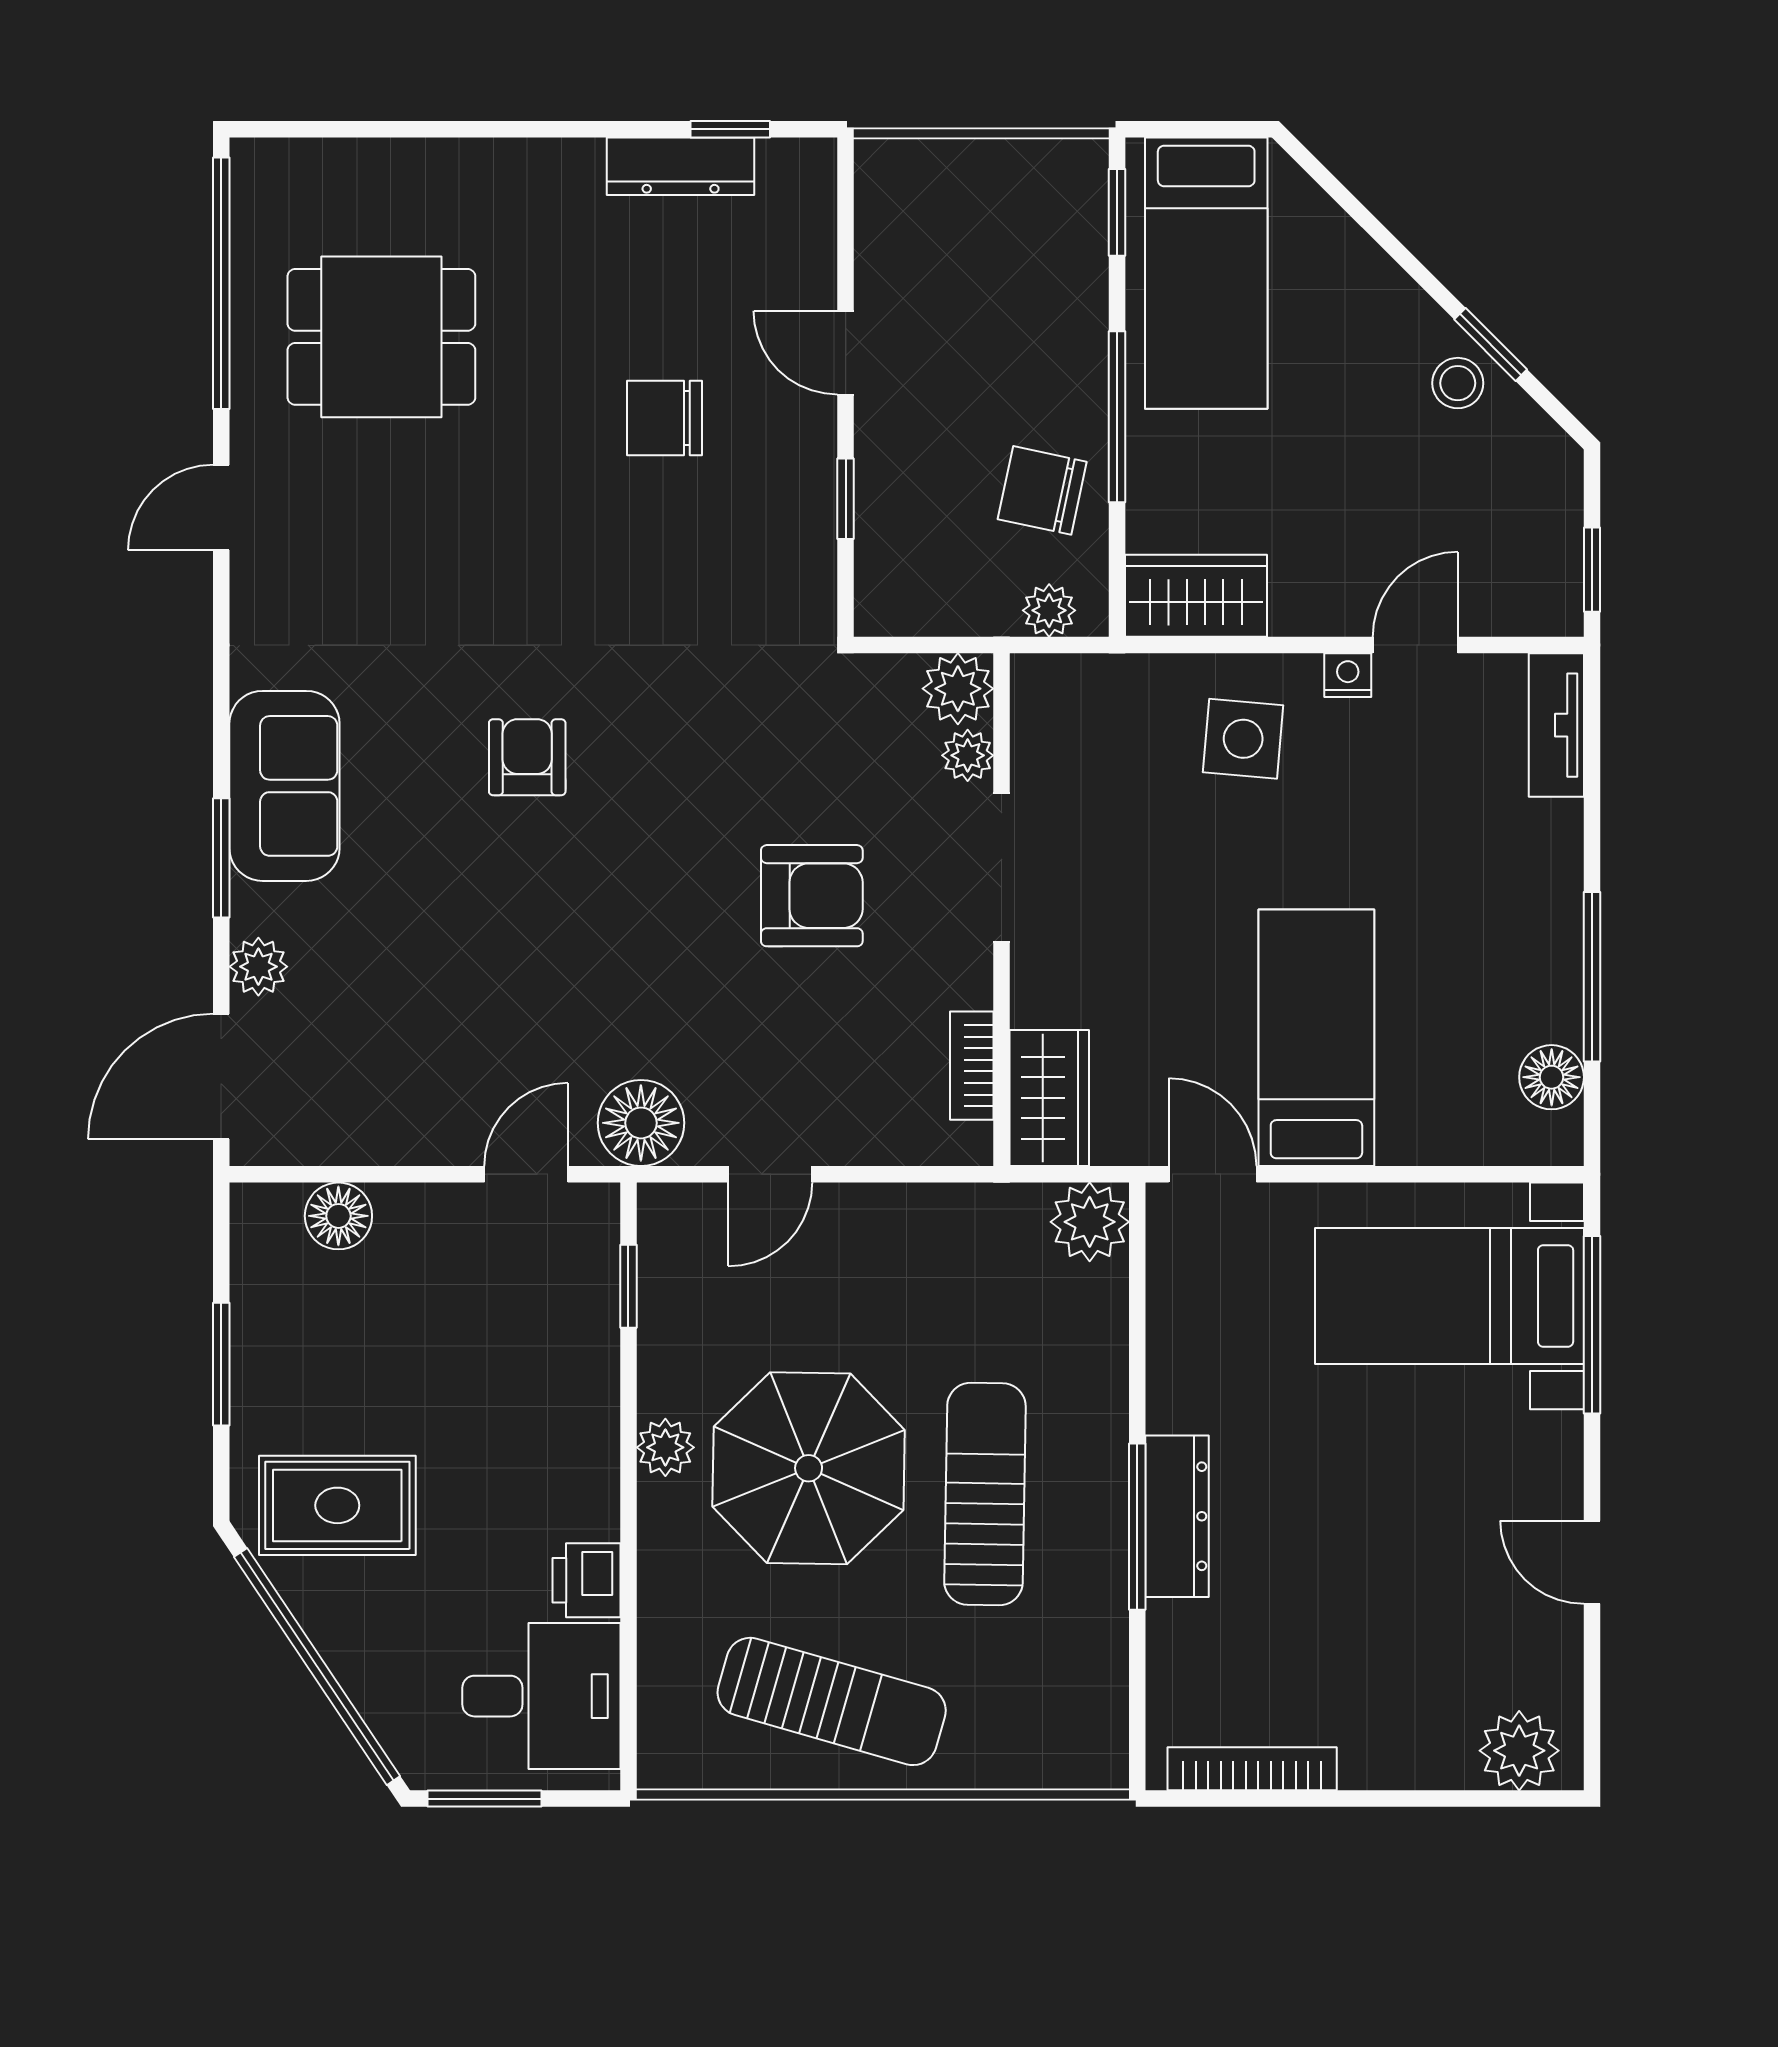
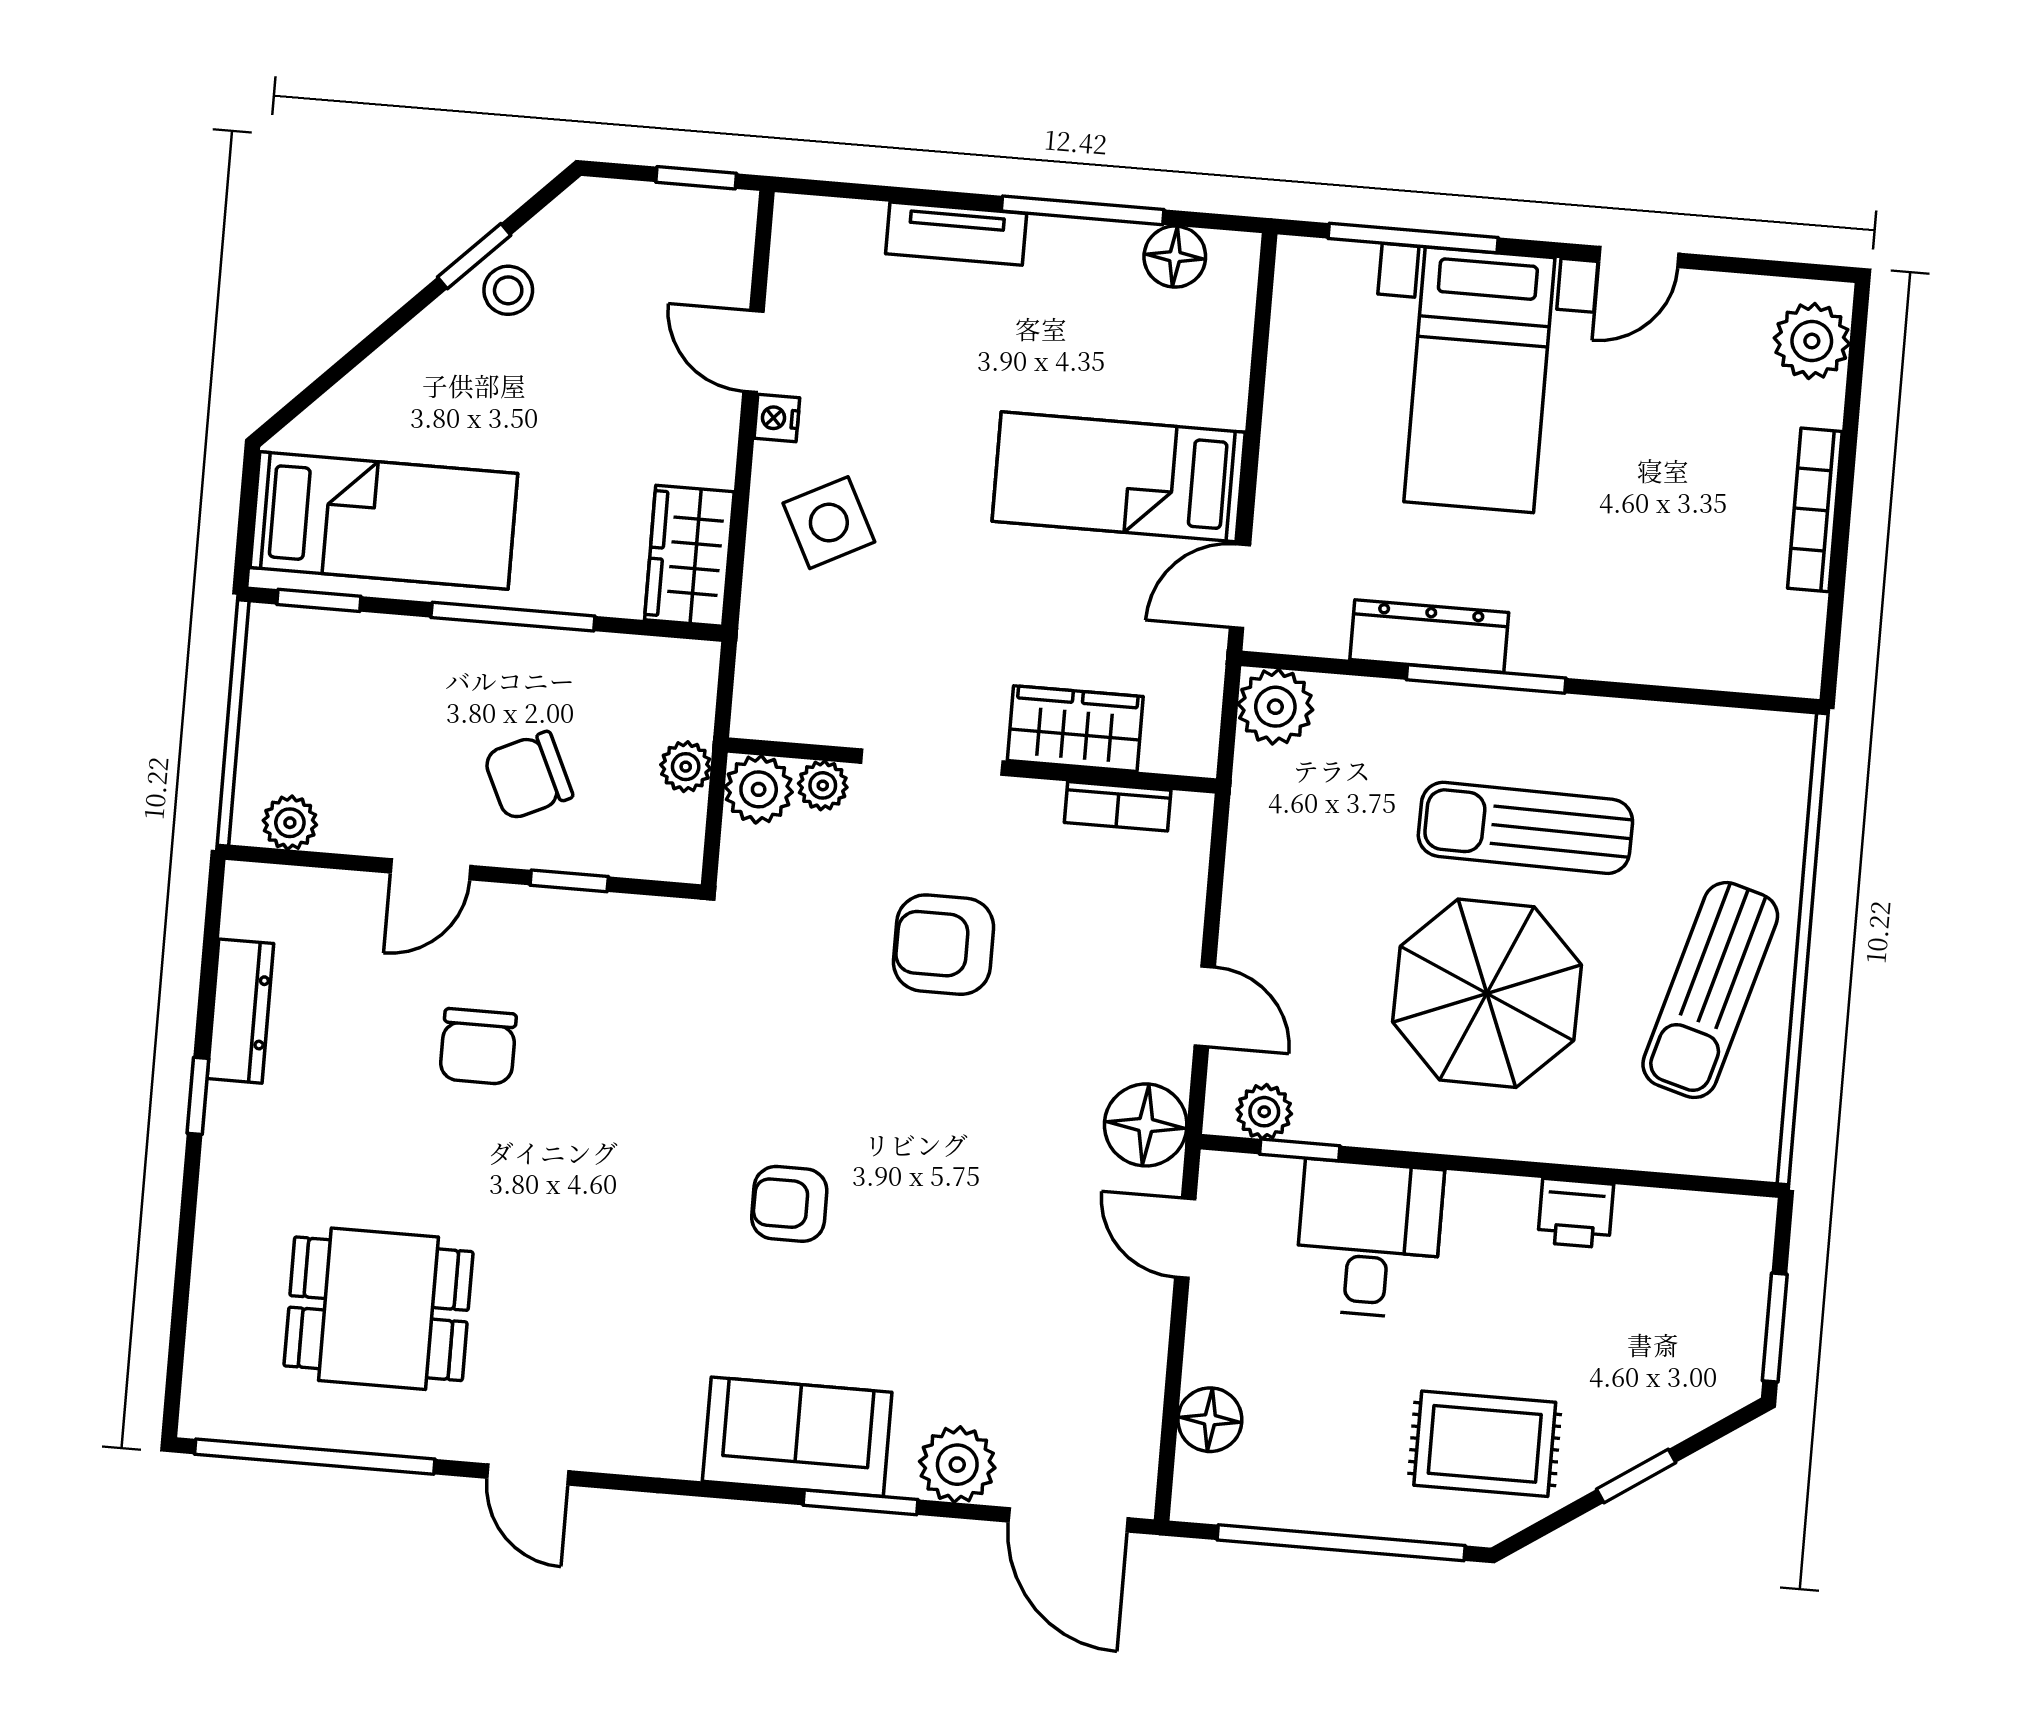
window: (730, 129) -> (198, 1096), moved
plant: (882, 202) -> (290, 823), added
dining table: (381, 337) -> (378, 1309), turned 90
chair: (1042, 490) -> (528, 776), moved, turned 53
plant: (1049, 610) -> (686, 767), moved
tv unit: (1556, 725) -> (956, 234), moved
side table: (1243, 739) -> (829, 523), turned -32
armchair: (812, 896) -> (944, 945), turned -90
plant: (258, 967) -> (957, 1465), width x1.38, depth x1.38
wardrobe: (1049, 1098) -> (1075, 729), moved
bed with nightstands: (1449, 1296) -> (1479, 380), moved
window: (221, 1364) -> (1341, 1543), width x2.11
plant: (665, 1447) -> (1264, 1112), moved
rug: (337, 1505) -> (1485, 1444), turned 90
dresser: (1177, 1516) -> (1429, 636), moved
window: (1137, 1527) -> (1486, 679), moved
window: (317, 1667) -> (1636, 1476), width x0.32
desk: (541, 1696) -> (1369, 1239), moved
sun lounger: (832, 1701) -> (1710, 990), turned 180
bookcase: (1252, 1769) -> (1815, 510), moved

